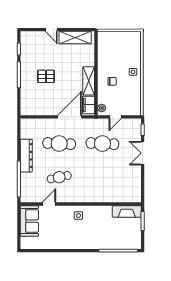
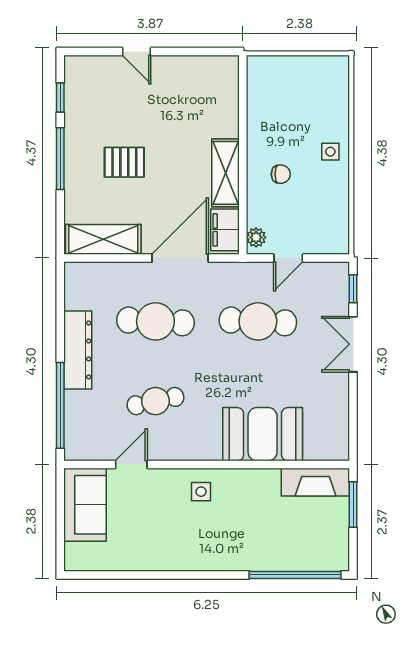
shelving: (75, 38) -> (103, 239), moved
booth: (104, 191) -> (263, 434), added

